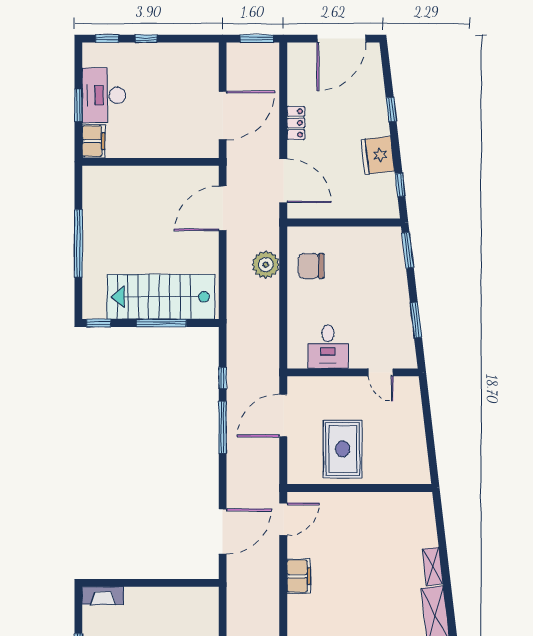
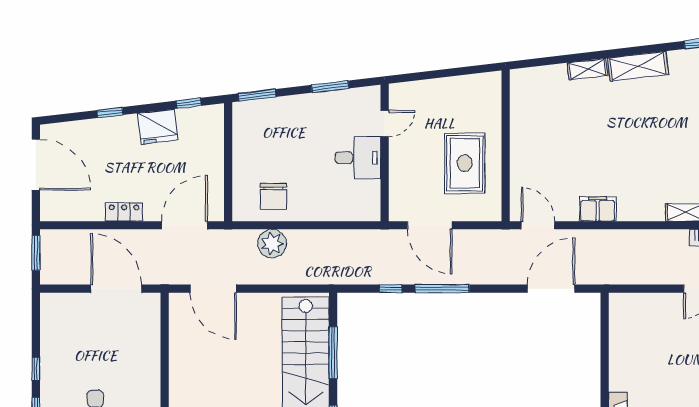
desk: (328, 347) -> (358, 158), moved
rug: (343, 449) -> (465, 163), turned 90
door: (223, 532) -> (551, 289), hinge flipped

